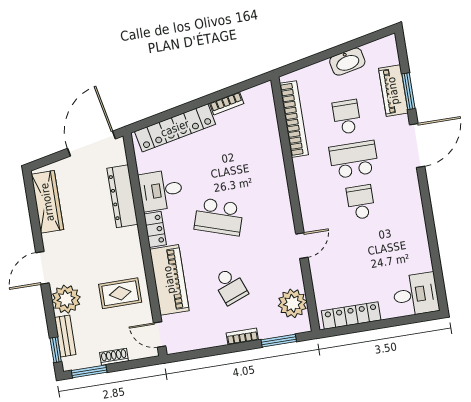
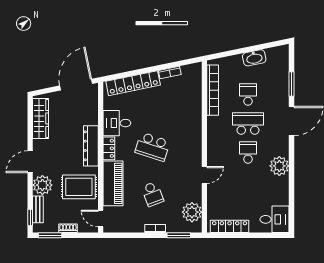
piano: (393, 91) -> (282, 82), removed
dresser: (122, 196) -> (91, 146), moved
plant: (410, 215) -> (279, 166), added
rug: (120, 293) -> (79, 187), width x1.36, depth x1.43

